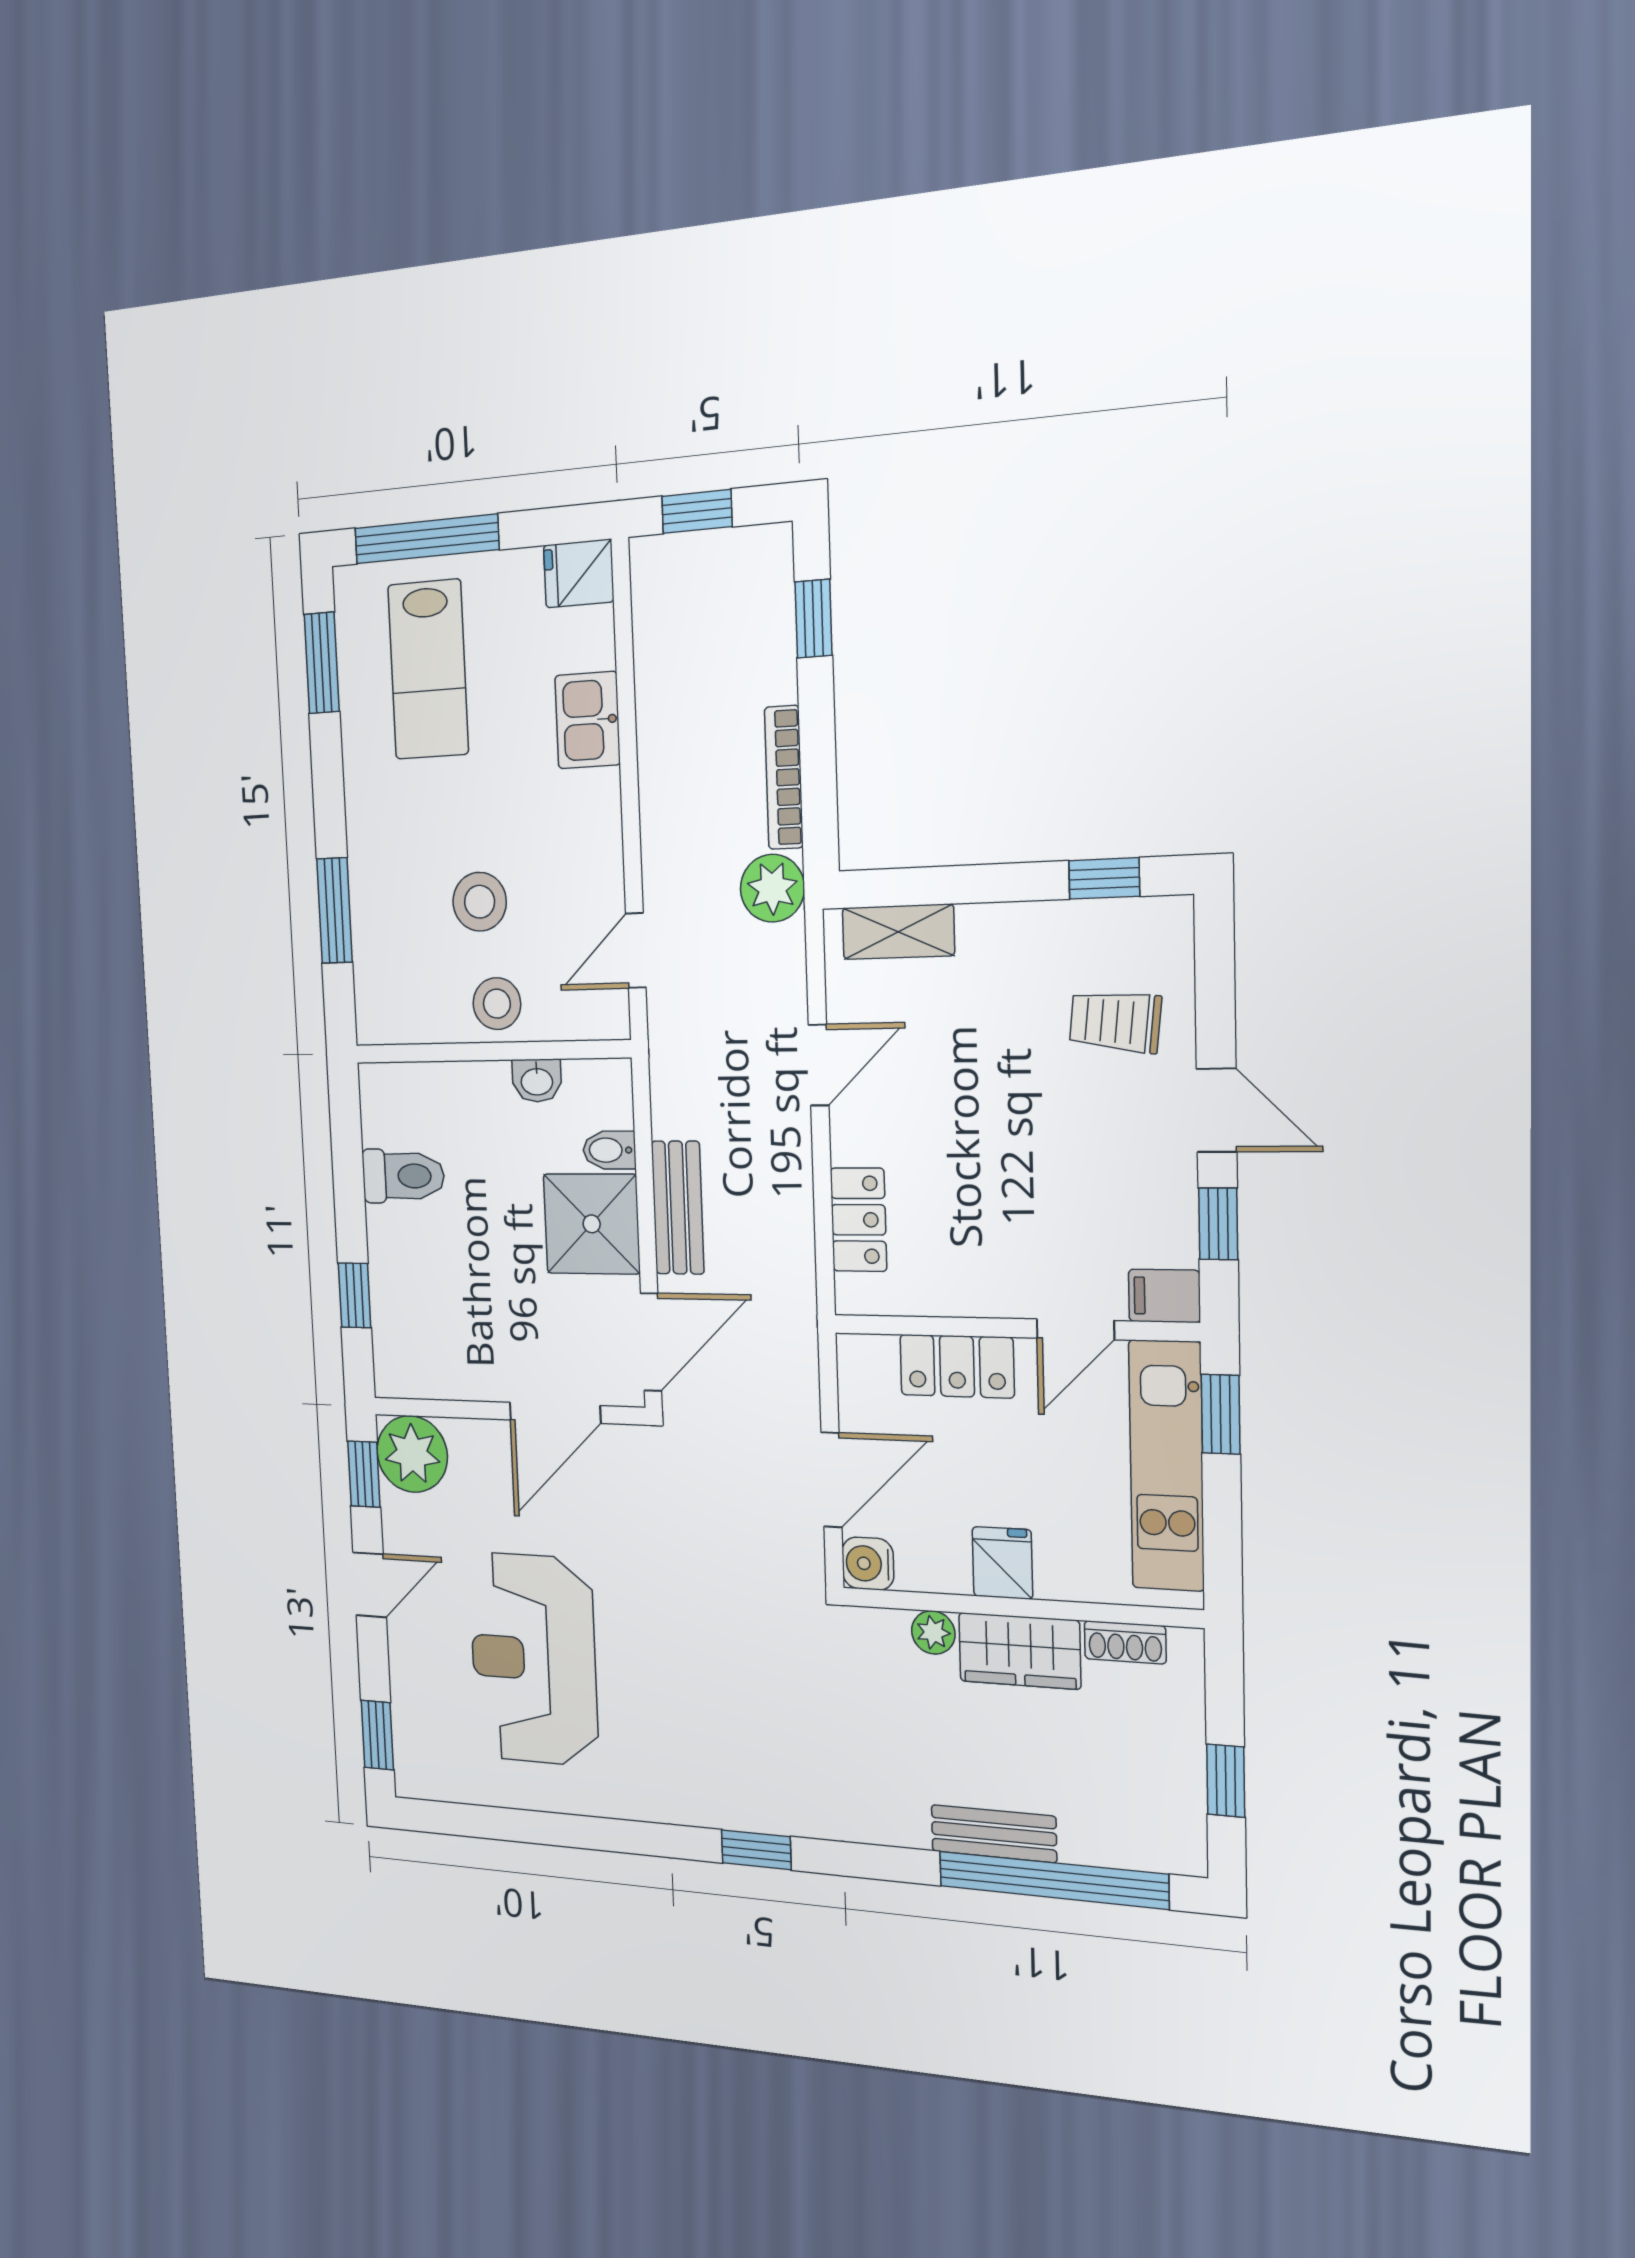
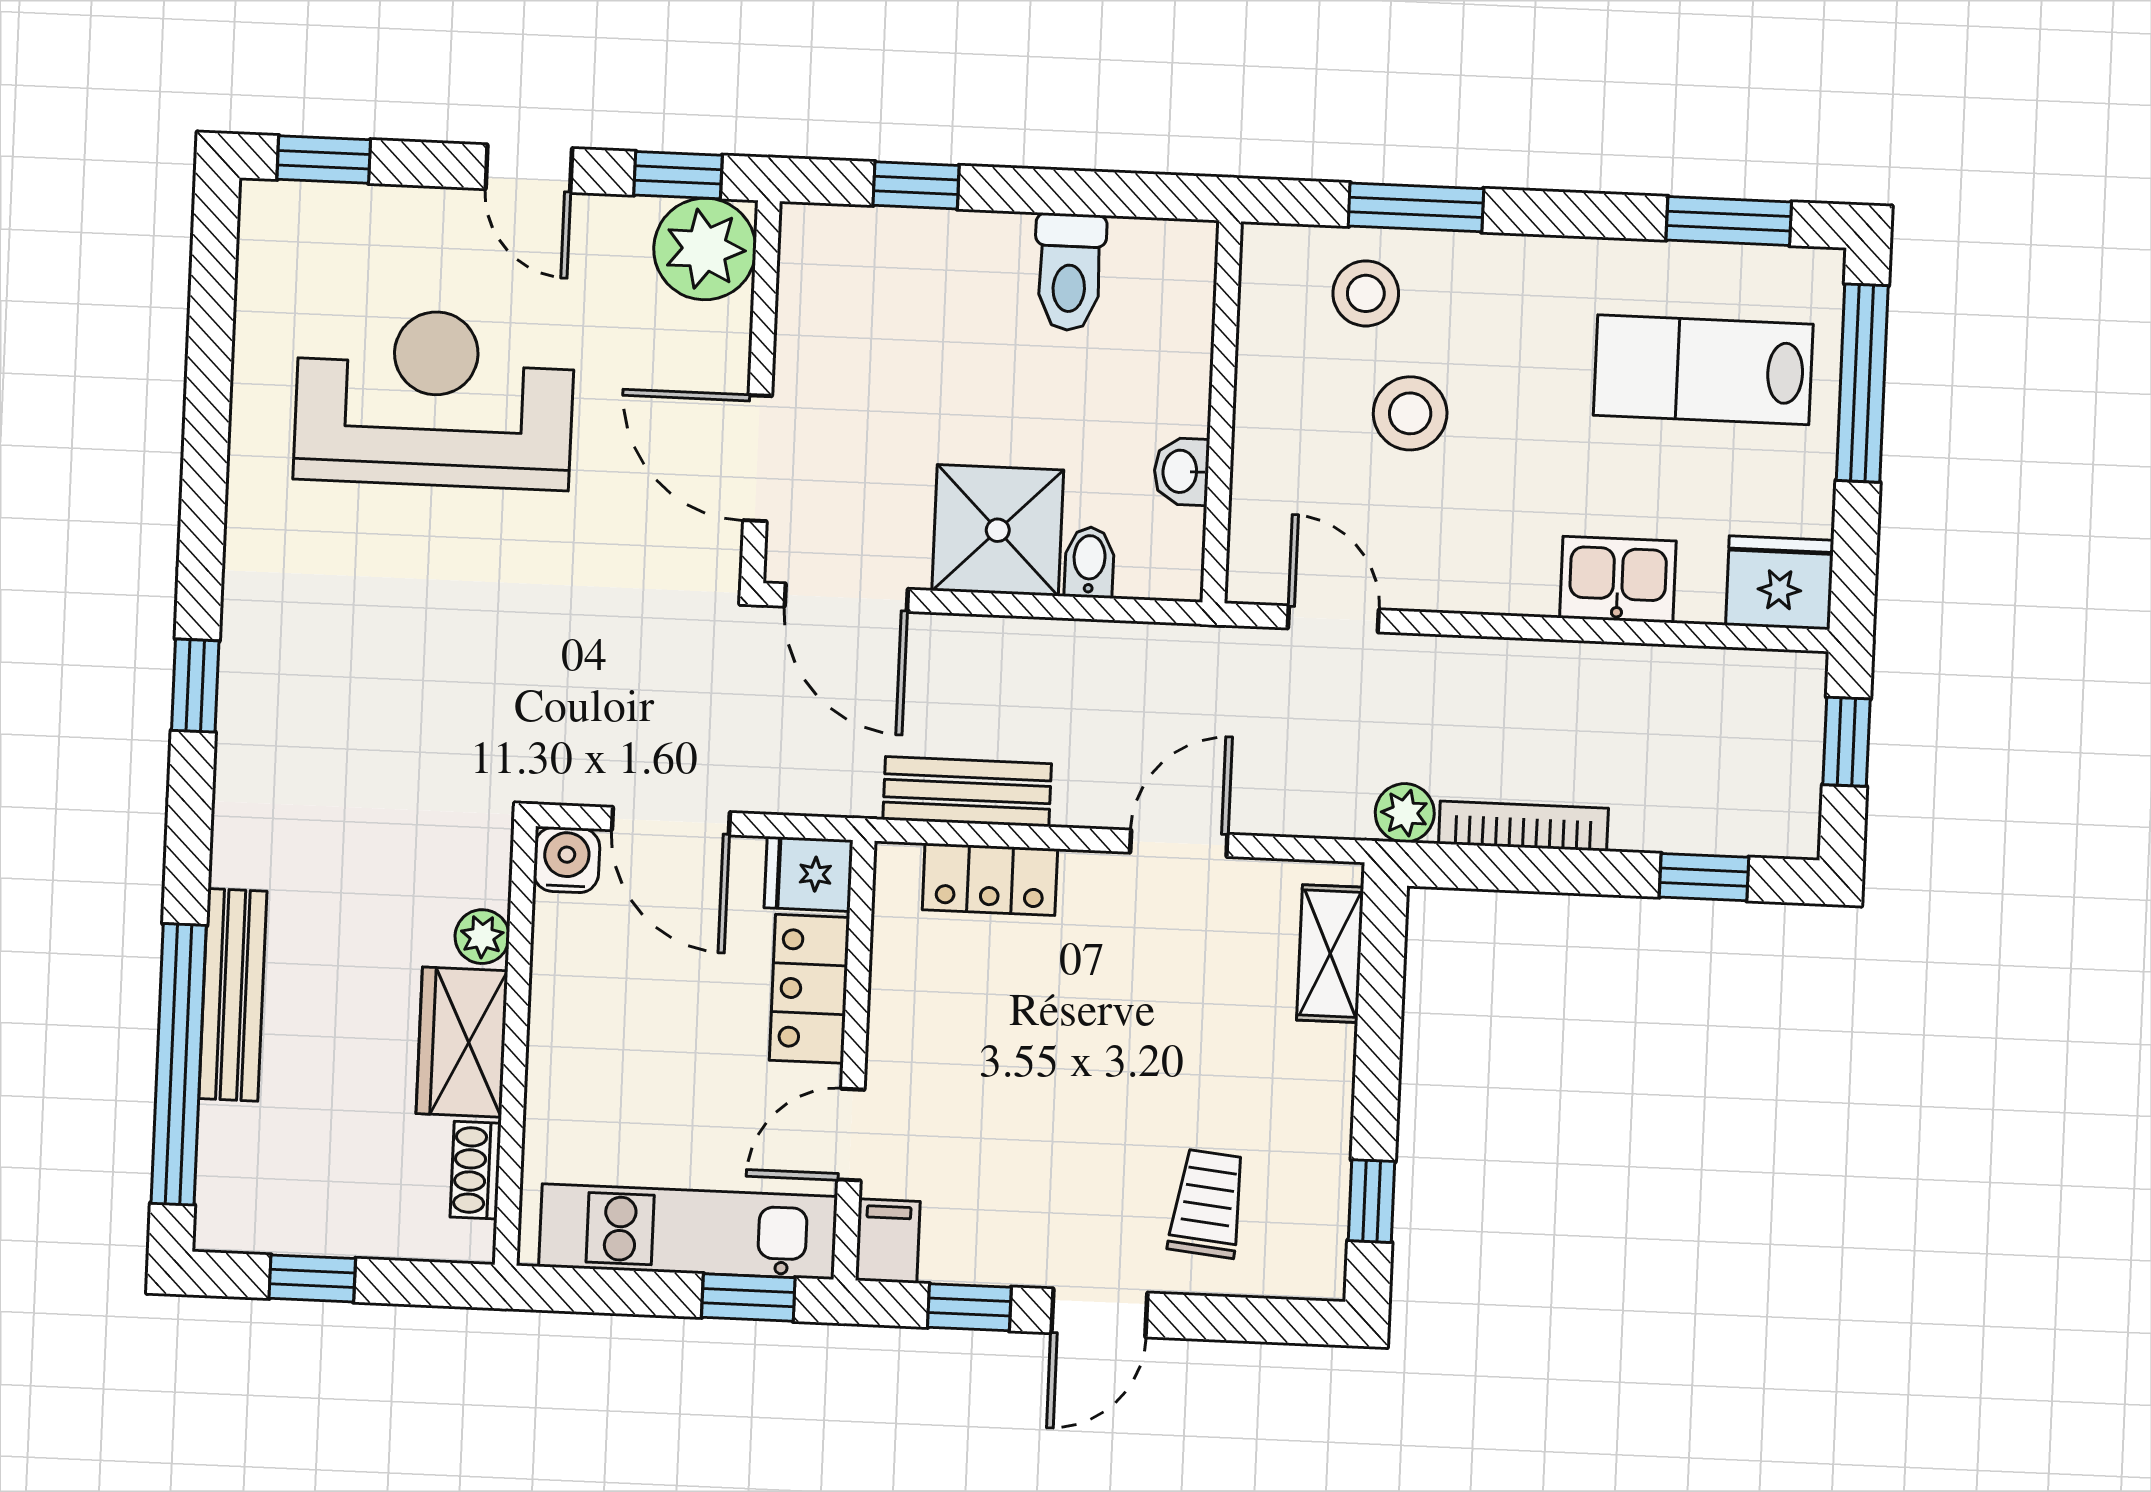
fridge: (579, 573) -> (1780, 583), width x1.38
plant: (772, 888) -> (1405, 813), width x0.73, depth x0.73
stool: (497, 1004) -> (1366, 293), moved
door: (819, 1065) -> (1179, 843), swing flipped
bench: (678, 1208) -> (967, 792), moved
door: (1075, 1329) -> (851, 1135), hinge flipped
fridge: (1002, 1563) -> (809, 874), moved, turned 180
bench: (994, 1834) -> (233, 995), width x1.36

